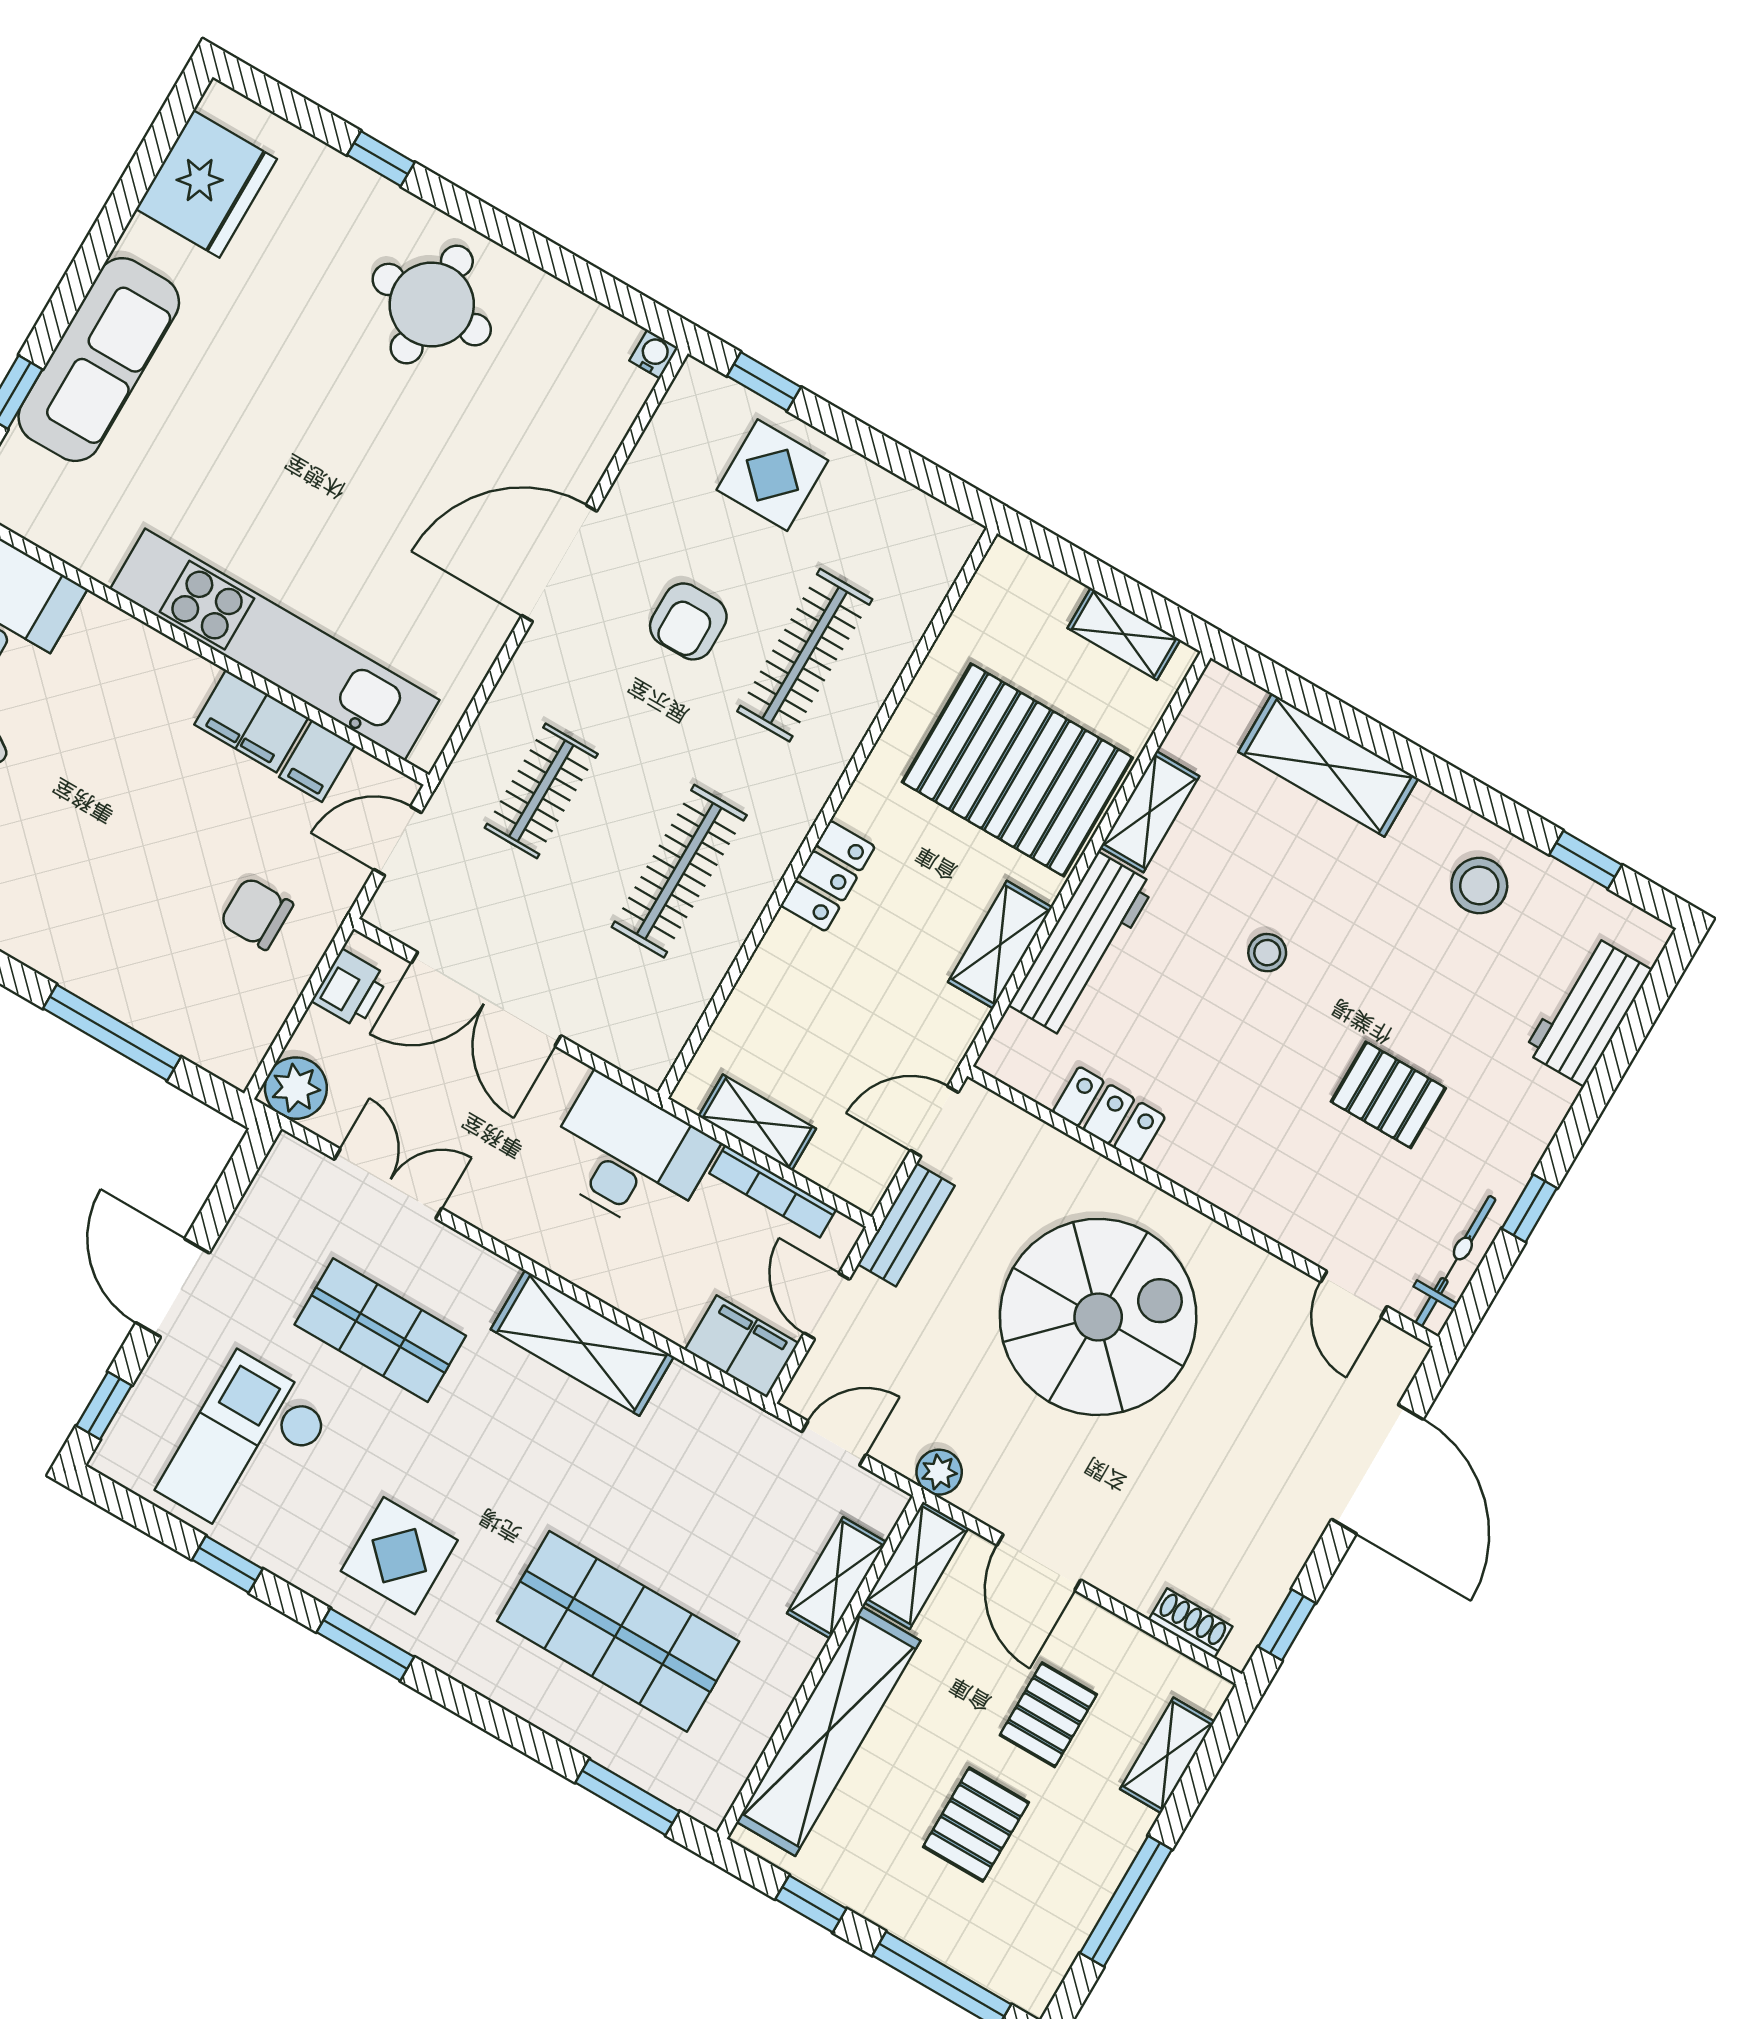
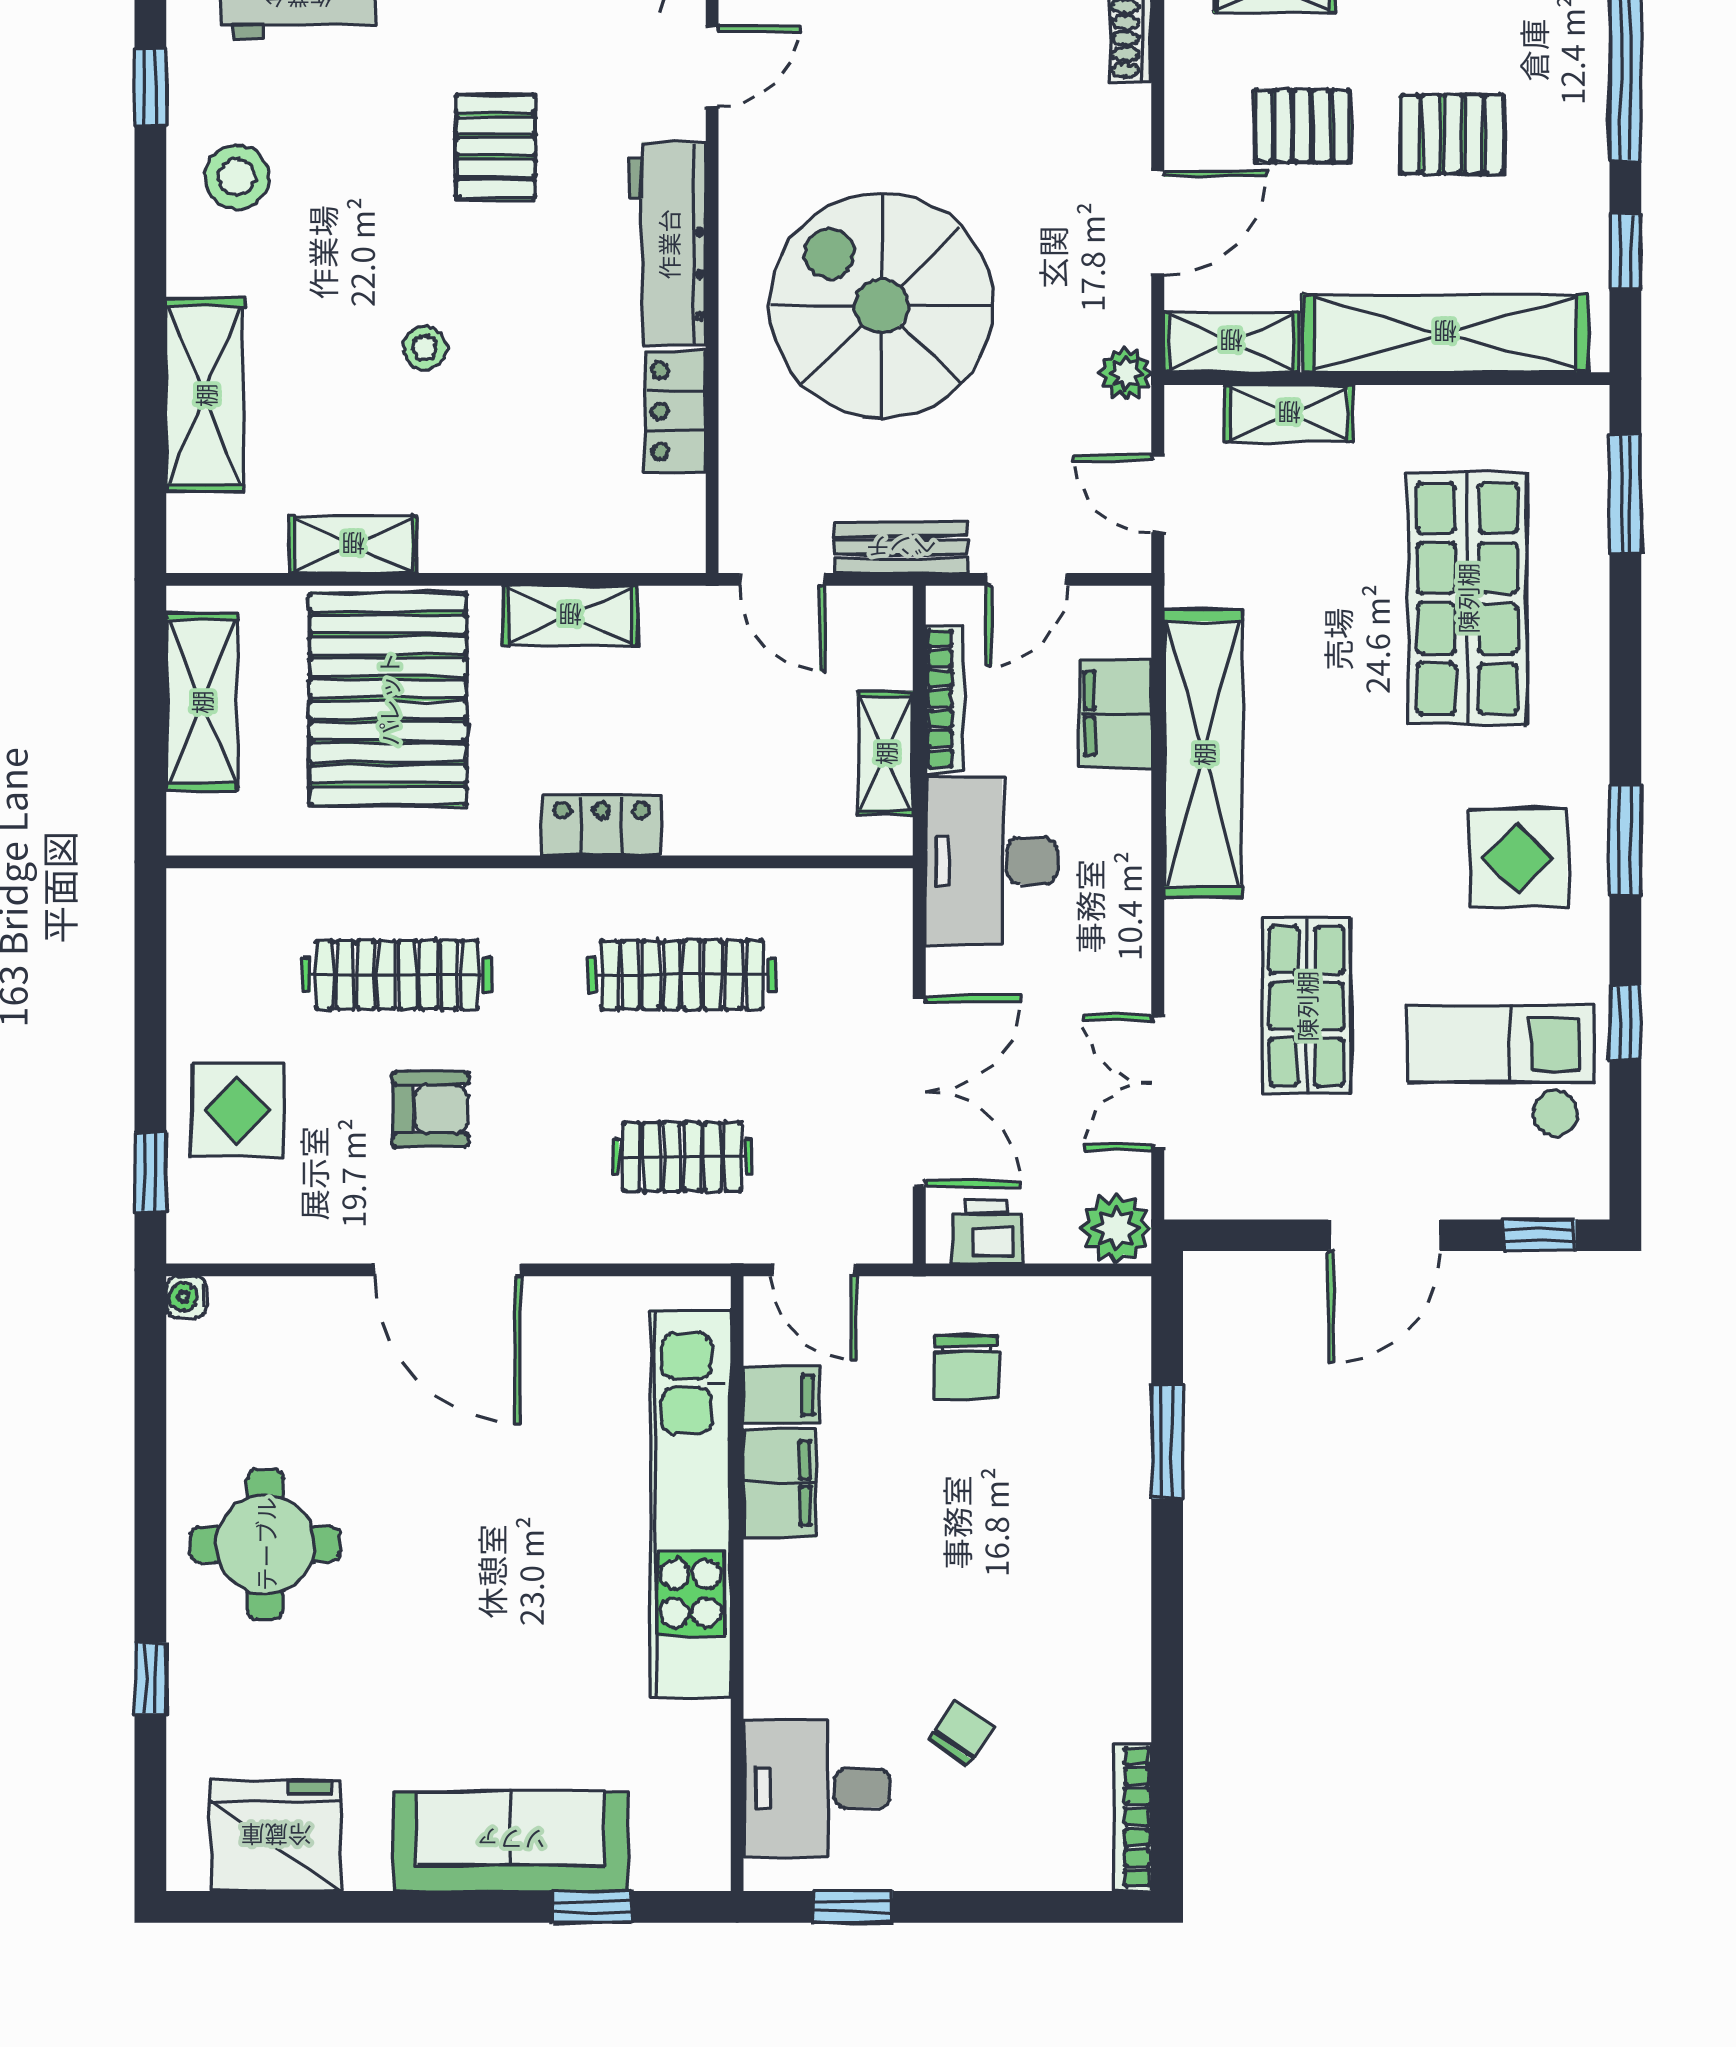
shelving: (1124, 634) -> (201, 702), width x1.50, depth x1.33
workbench: (1082, 945) -> (668, 244), moved, turned -90
window: (112, 1033) -> (1167, 1442), width x0.69
shelving: (582, 1343) -> (1203, 754), width x1.47
filing cabinet: (742, 1346) -> (1115, 713), moved
checkout: (245, 1448) -> (1501, 1071), turned 180

